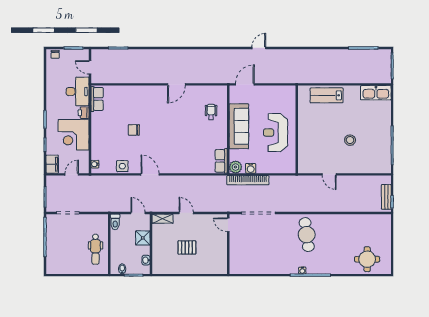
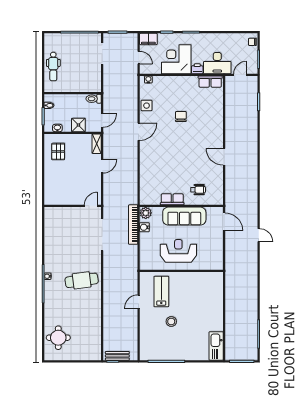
lab bench: (327, 95) -> (161, 291), moved
row of seats: (221, 161) -> (172, 199), moved
pallet: (187, 247) -> (58, 152), moved
dental chair: (95, 249) -> (53, 67), moved, turned -90

